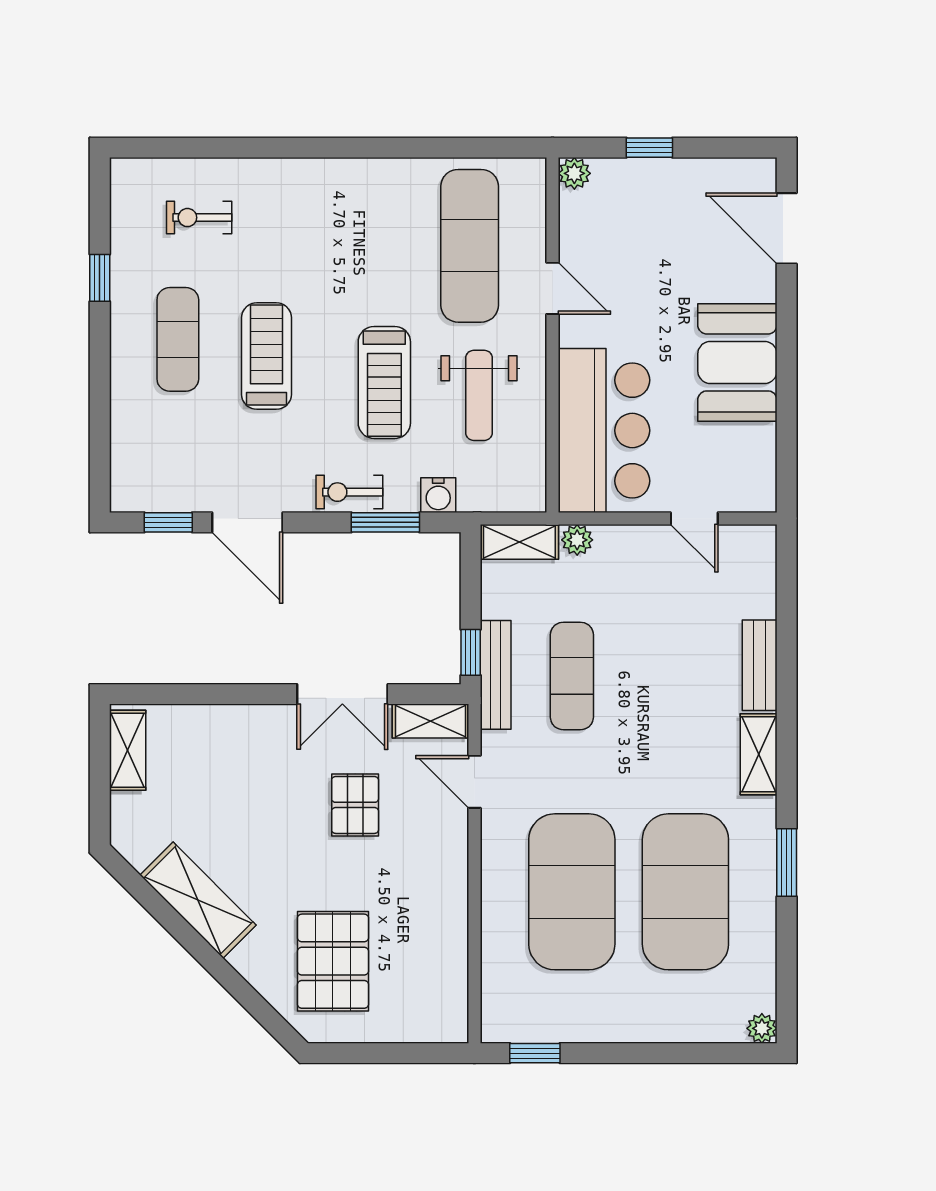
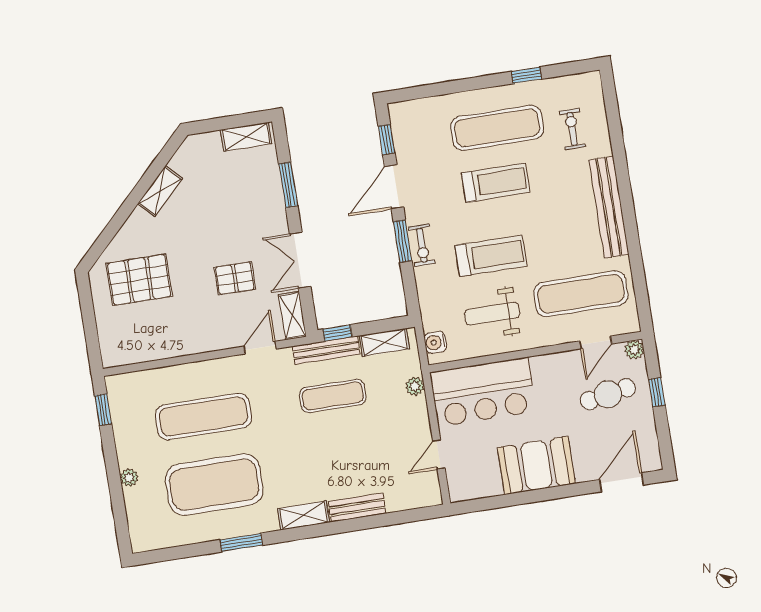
bench: (336, 178) -> (609, 207), added
cafe table: (640, 228) -> (608, 394), added
door: (553, 288) -> (596, 342), moved
exercise mat: (178, 339) -> (497, 128), width x1.36, depth x1.45
treadmill: (384, 382) -> (491, 256), turned 180
exercise bike: (349, 492) -> (422, 245), turned 180
water cooler: (438, 495) -> (435, 342), moved
window: (385, 522) -> (403, 241), moved
shelving: (519, 542) -> (384, 342), moved, turned 90
window: (217, 694) -> (288, 185), added
exercise mat: (572, 892) -> (203, 416), width x0.68
shelving: (198, 900) -> (160, 191), width x0.67, depth x0.75
plant: (762, 1028) -> (129, 478), moved

